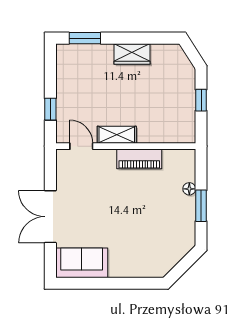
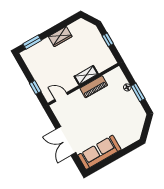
shelving: (117, 135) -> (86, 75), moved
sofa: (82, 263) -> (99, 152), width x1.36

